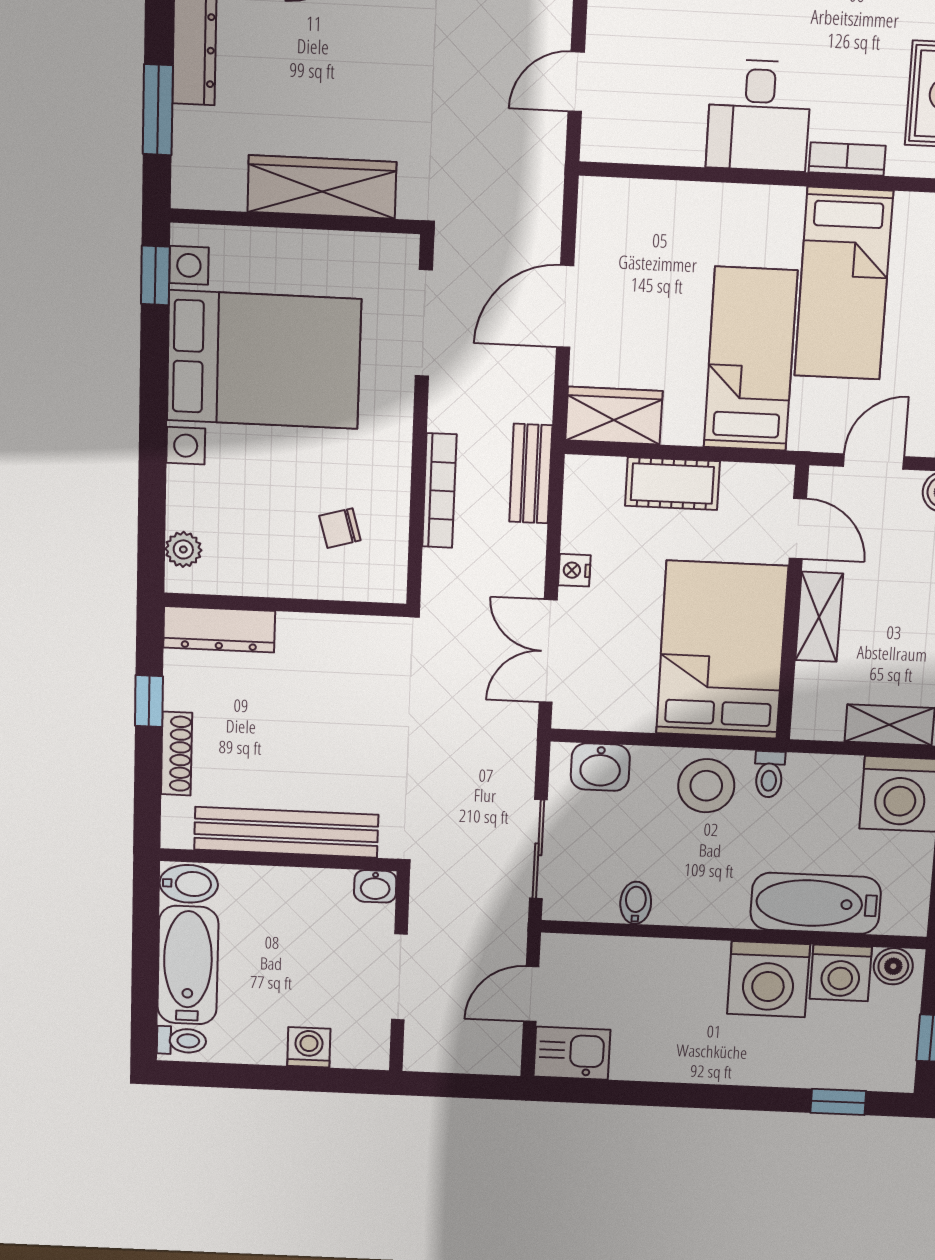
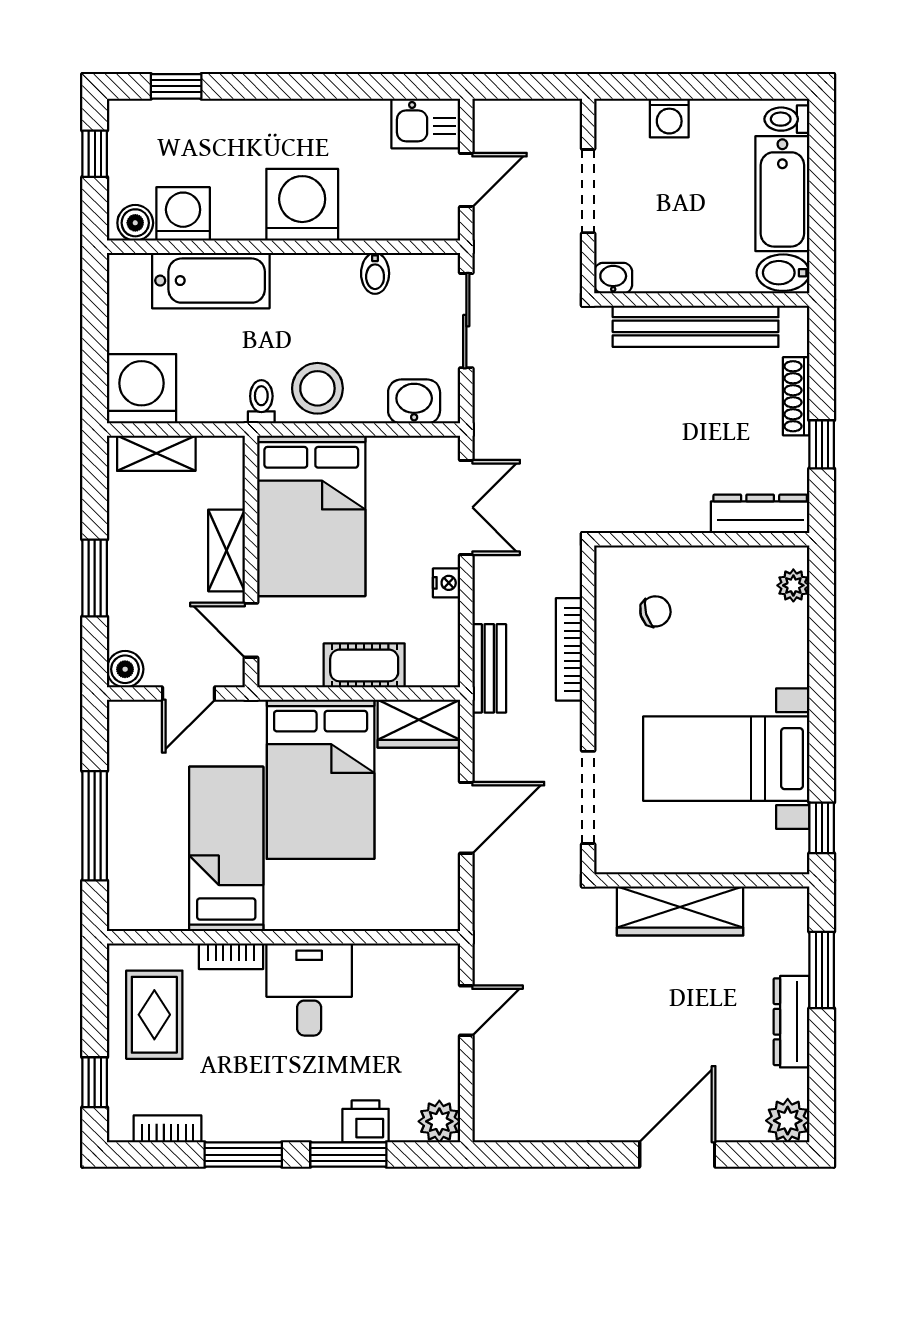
bed: (750, 359) -> (321, 779), width x1.50
bed with nightstands: (264, 360) -> (726, 759), width x0.73
washing machine: (768, 979) -> (302, 205), moved

